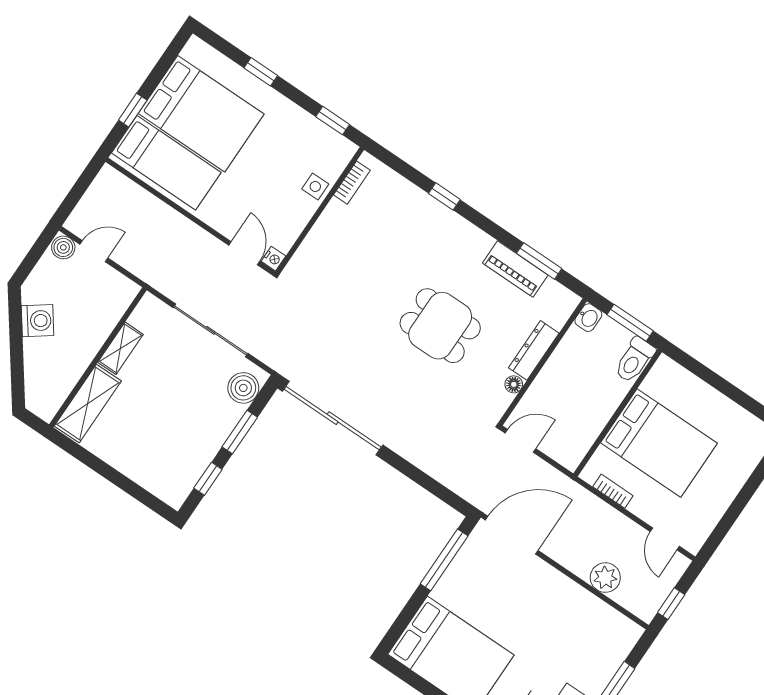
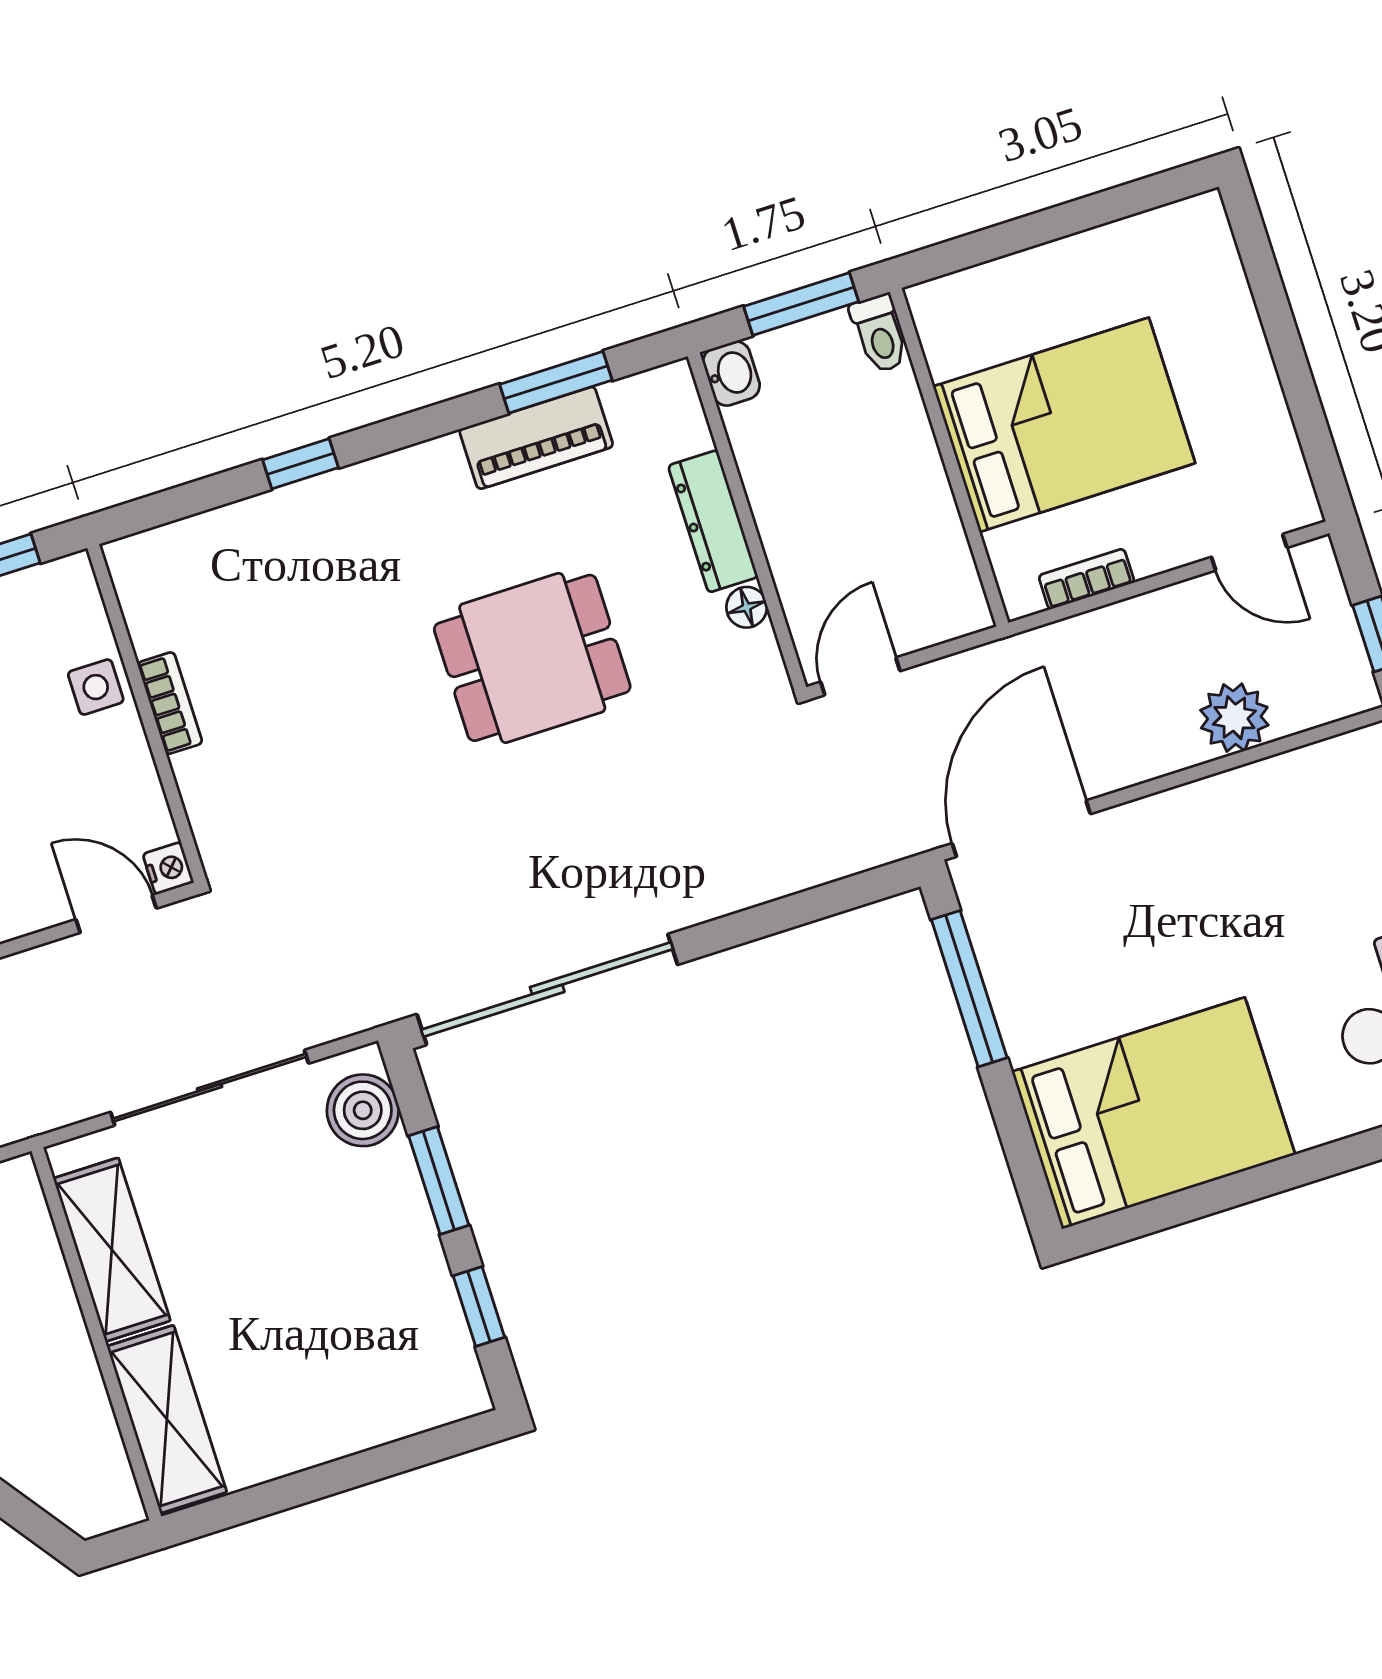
bookcase: (352, 183) -> (170, 703), moved
shelving: (120, 348) -> (112, 1250), width x1.50, depth x1.33
toilet: (634, 360) -> (880, 334), width x0.73, depth x0.72

